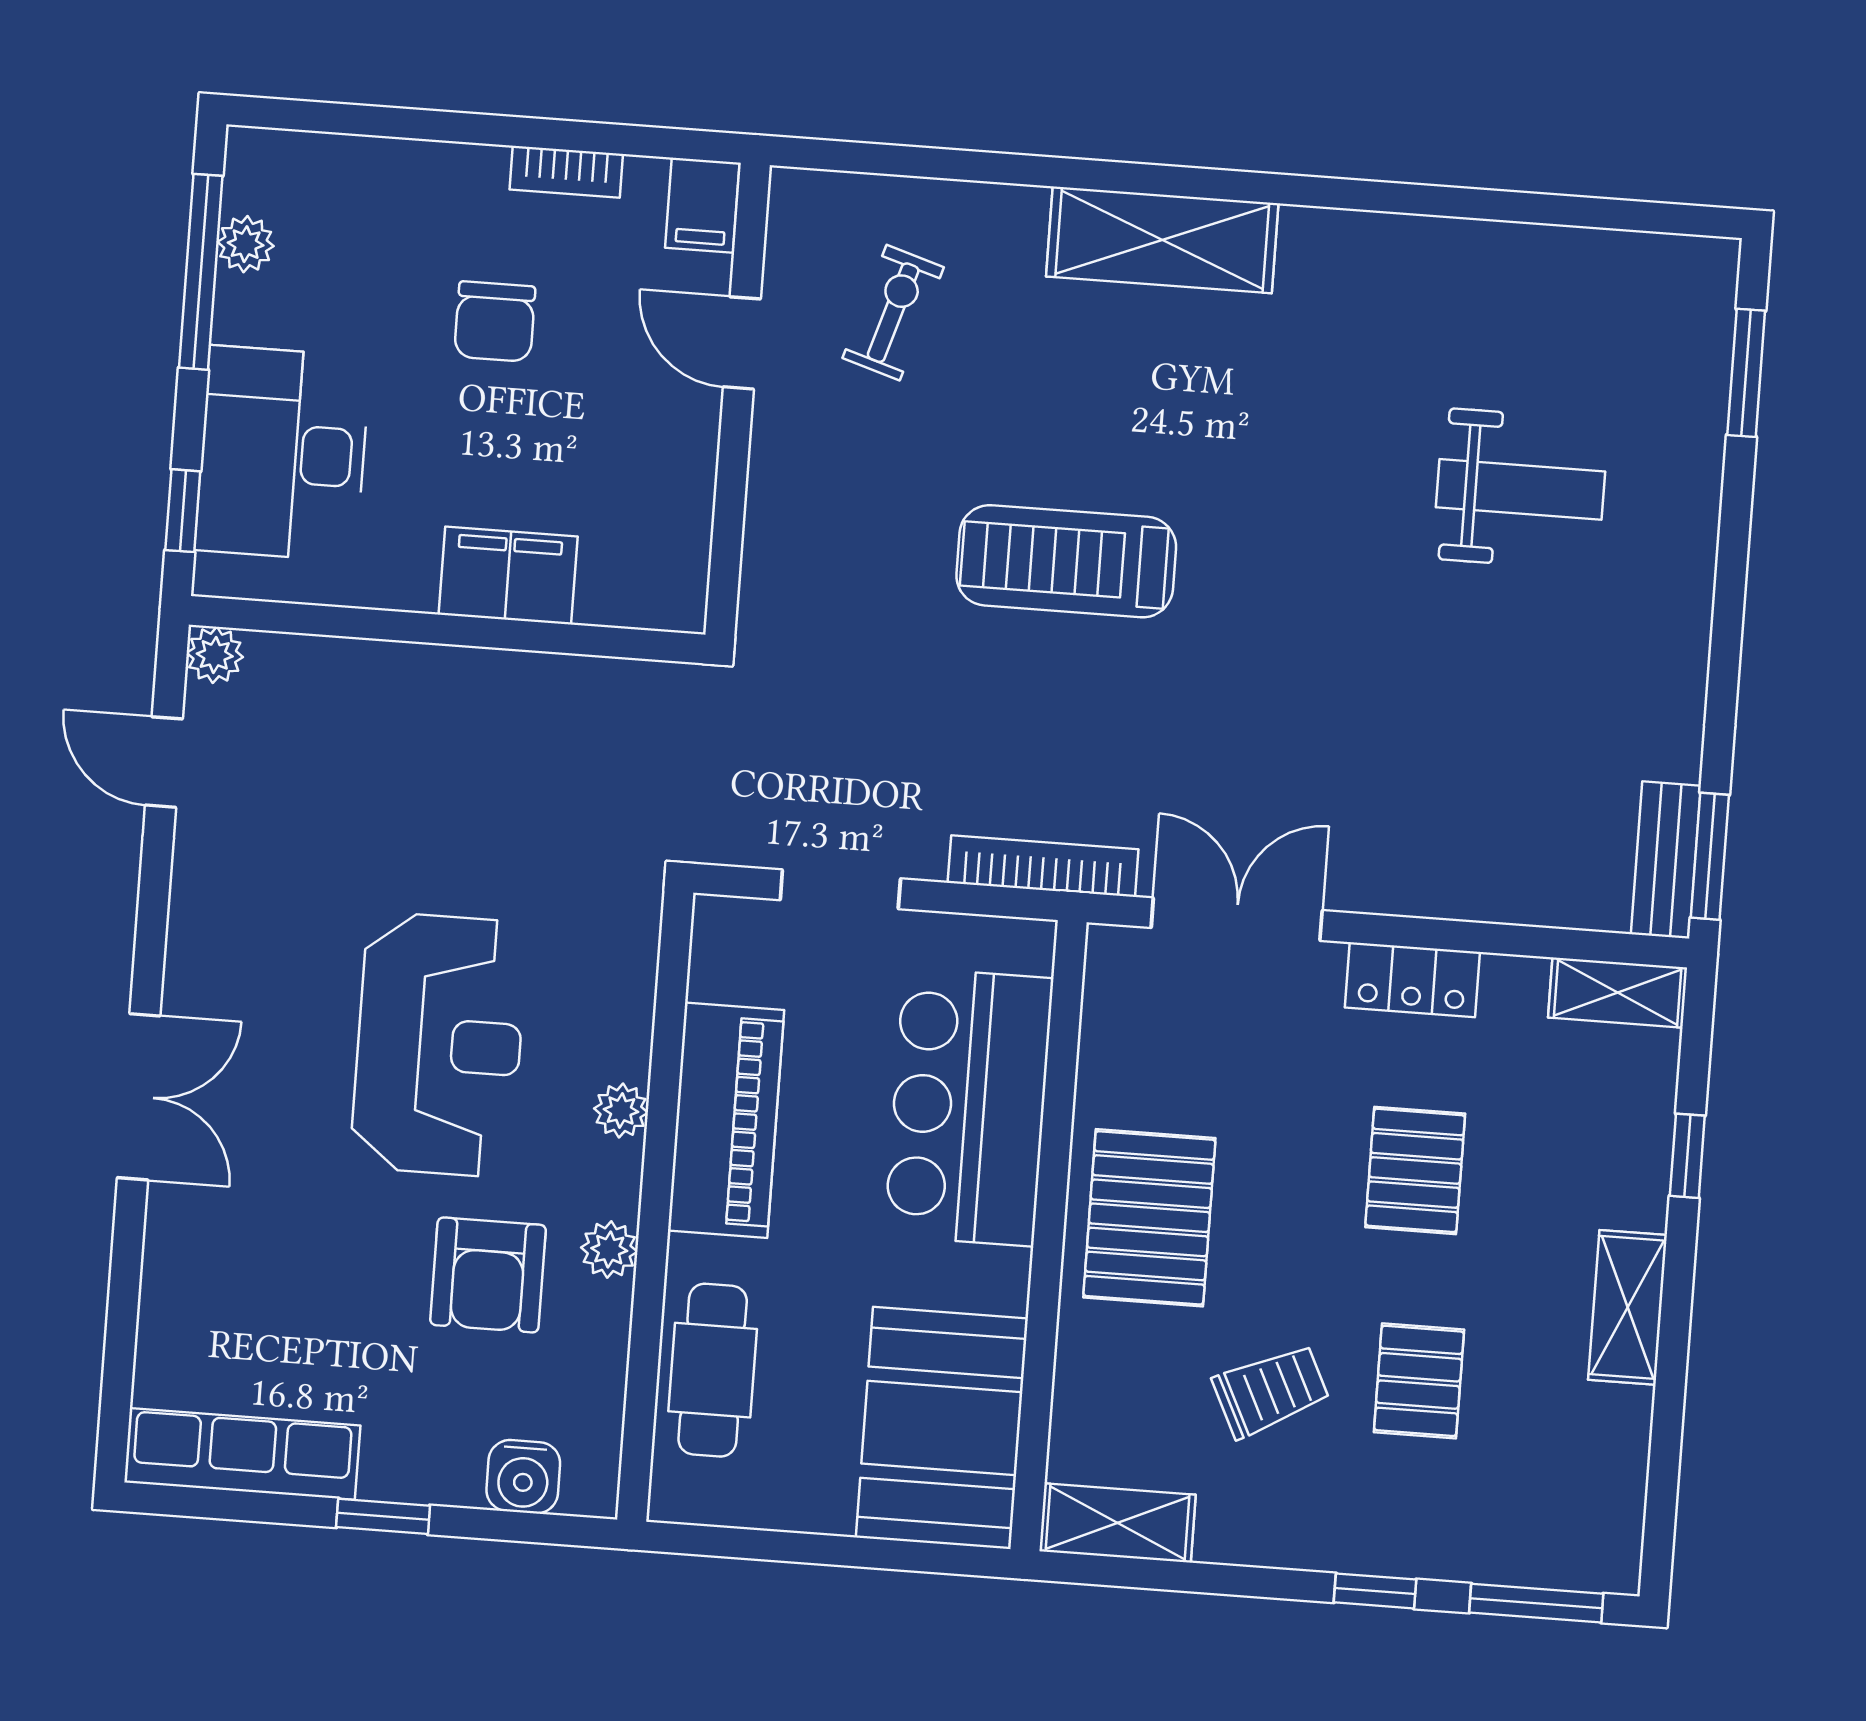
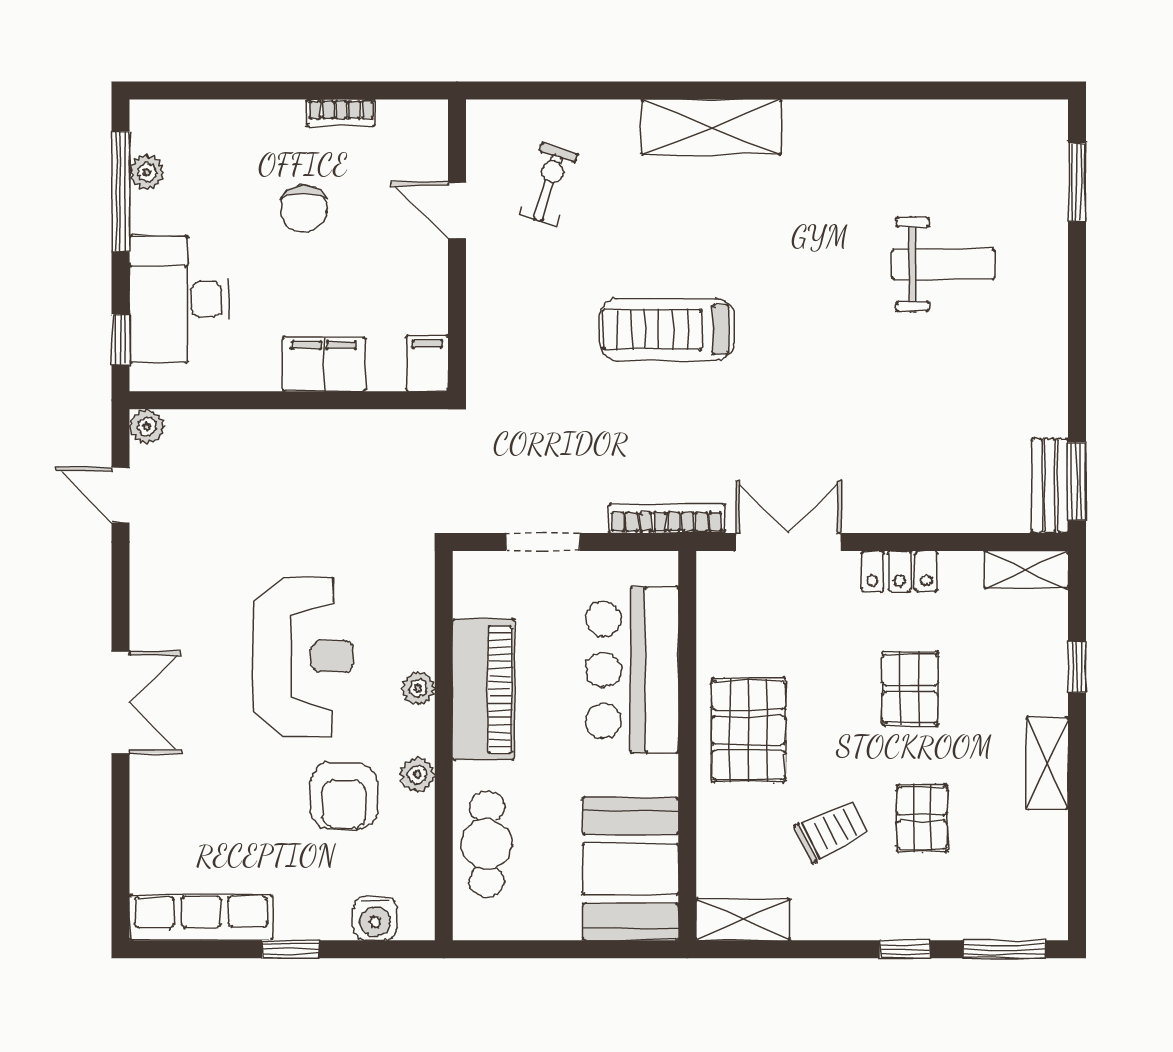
filing cabinet: (702, 205) -> (427, 364), moved, turned 180

